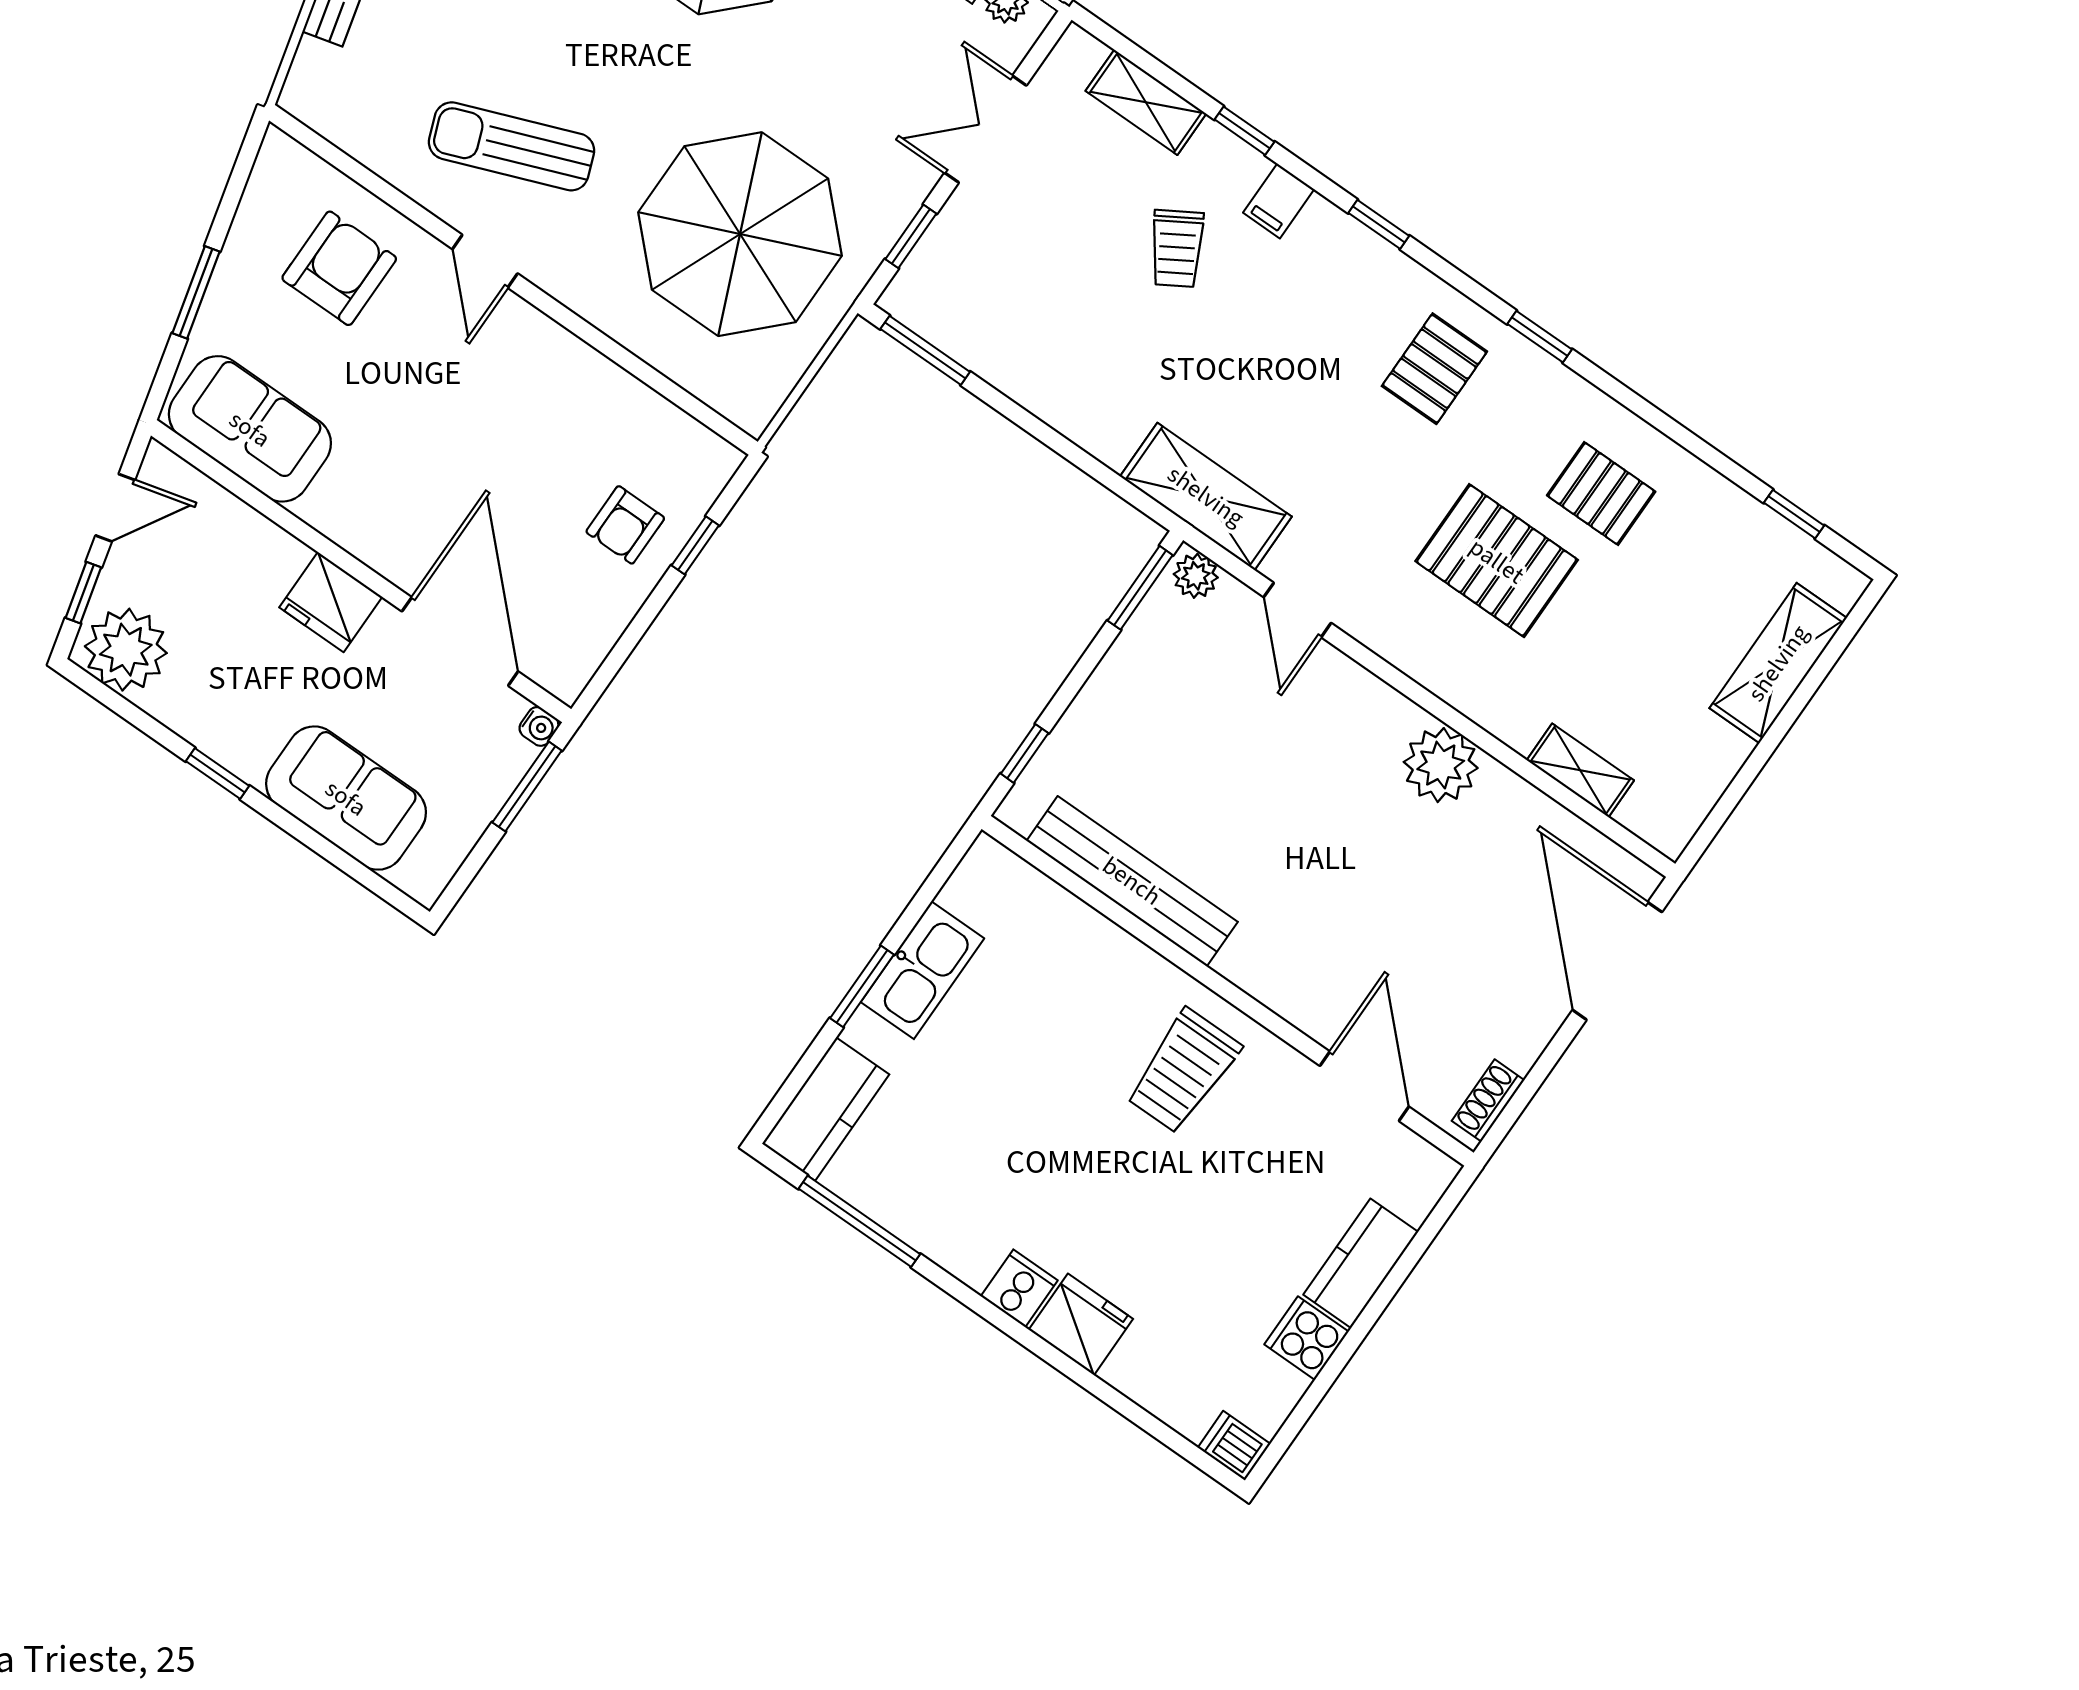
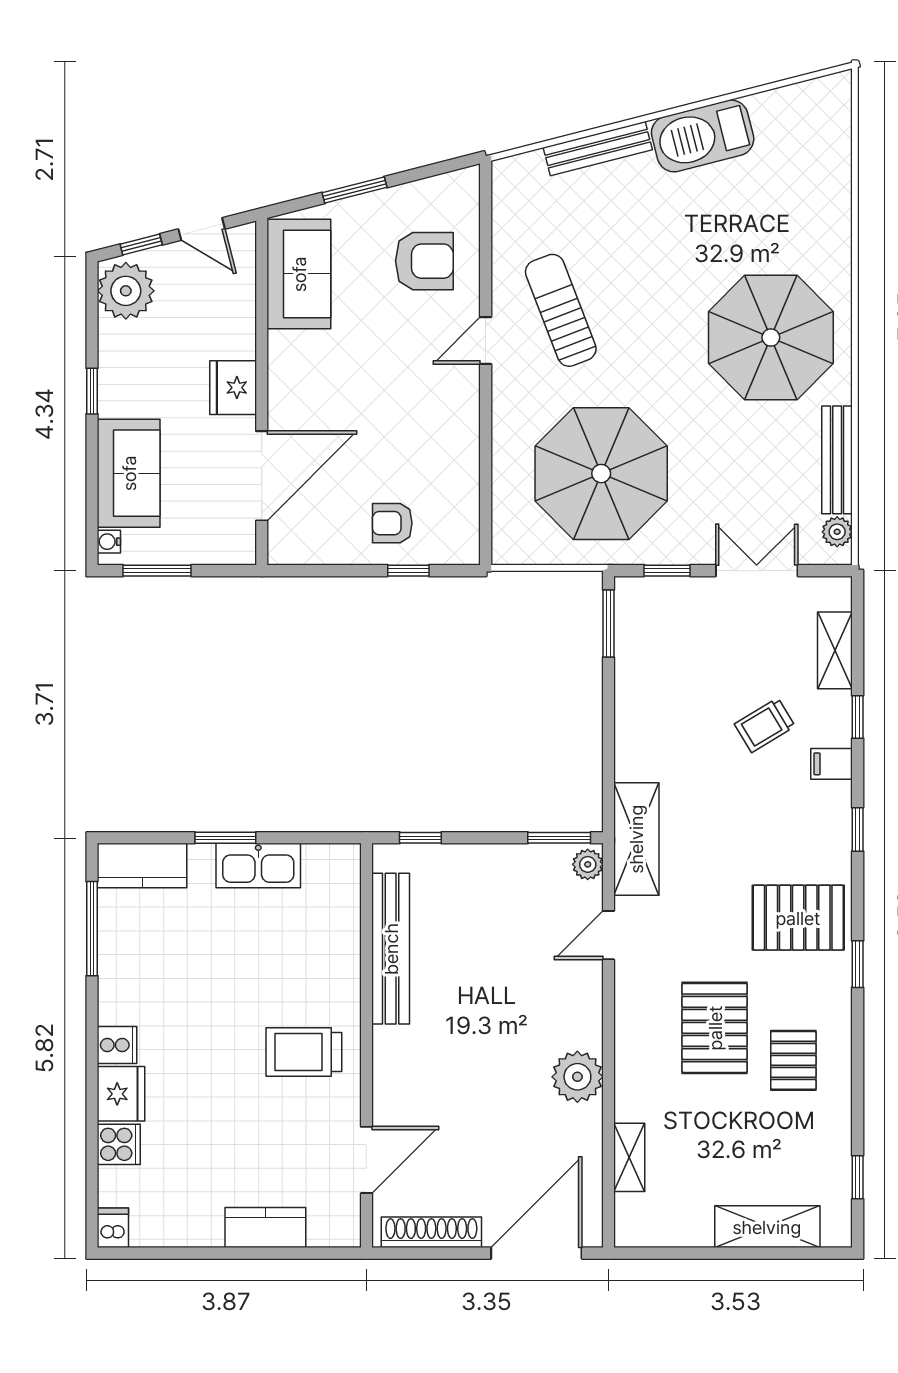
pallet: (1434, 369) -> (798, 918), width x1.50, depth x1.42
water cooler: (539, 726) -> (109, 542), moved, turned 90
window: (527, 787) -> (157, 571), moved
shoe rack: (1488, 1100) -> (431, 1232), width x1.94, depth x1.24
cooker: (1307, 1338) -> (119, 1144), moved, turned 90

